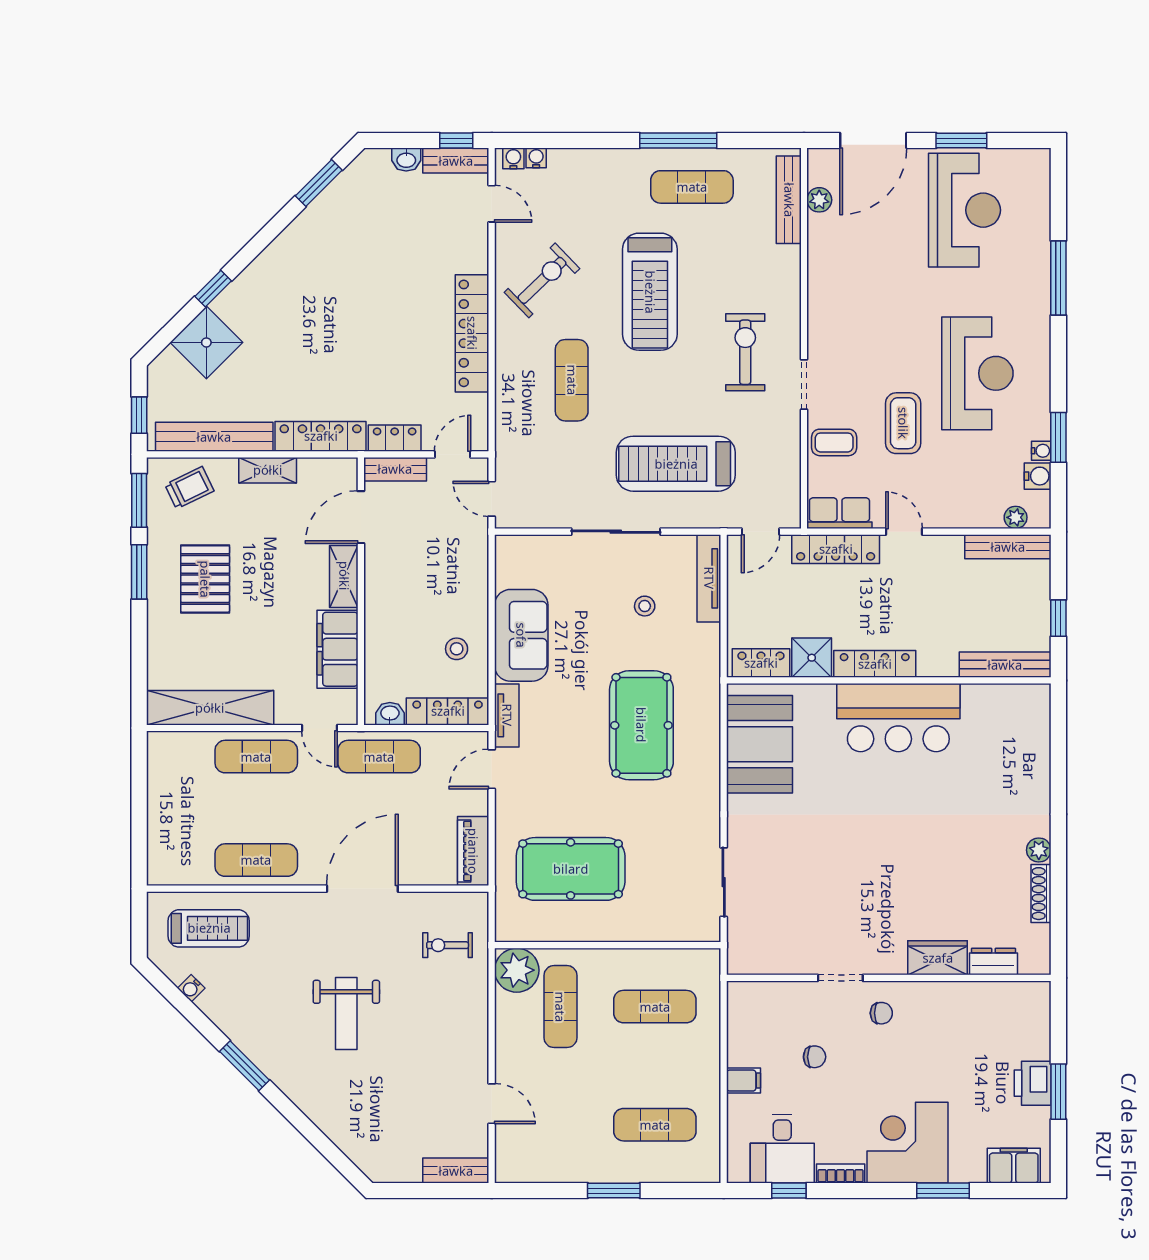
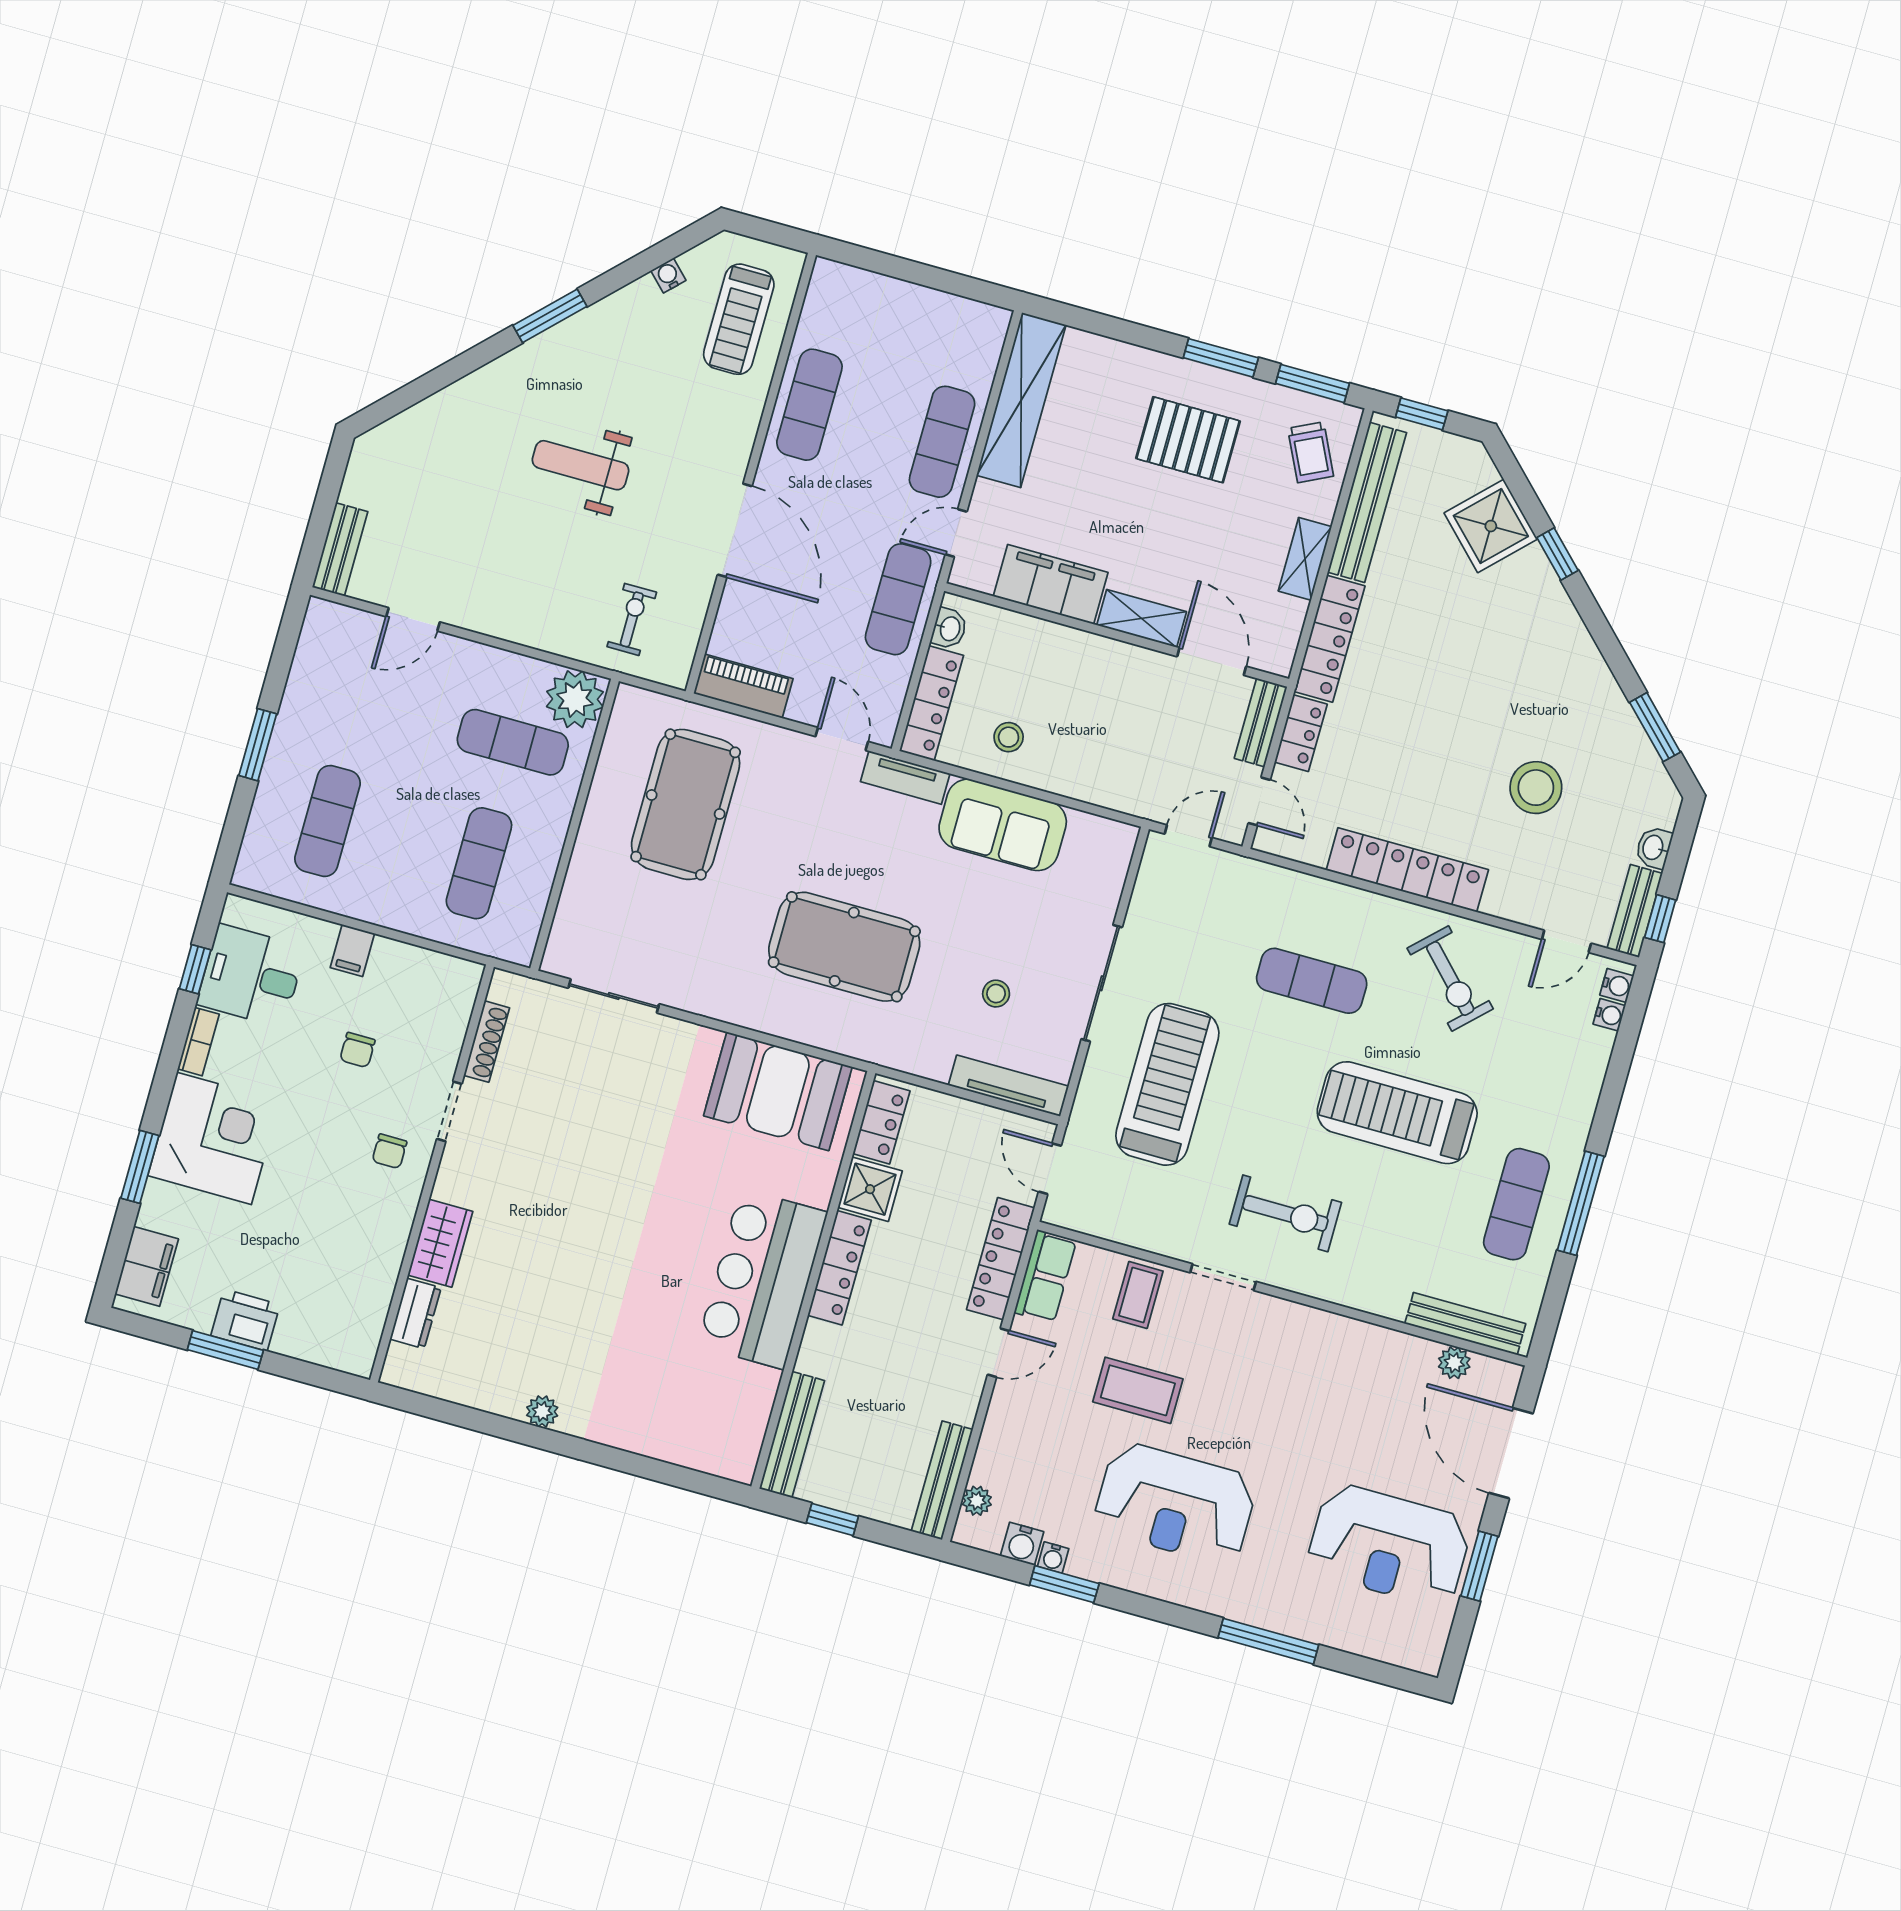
stool: (387, 257) -> (1536, 788), added
shoe rack: (1041, 894) -> (487, 1042), moved, turned 90

